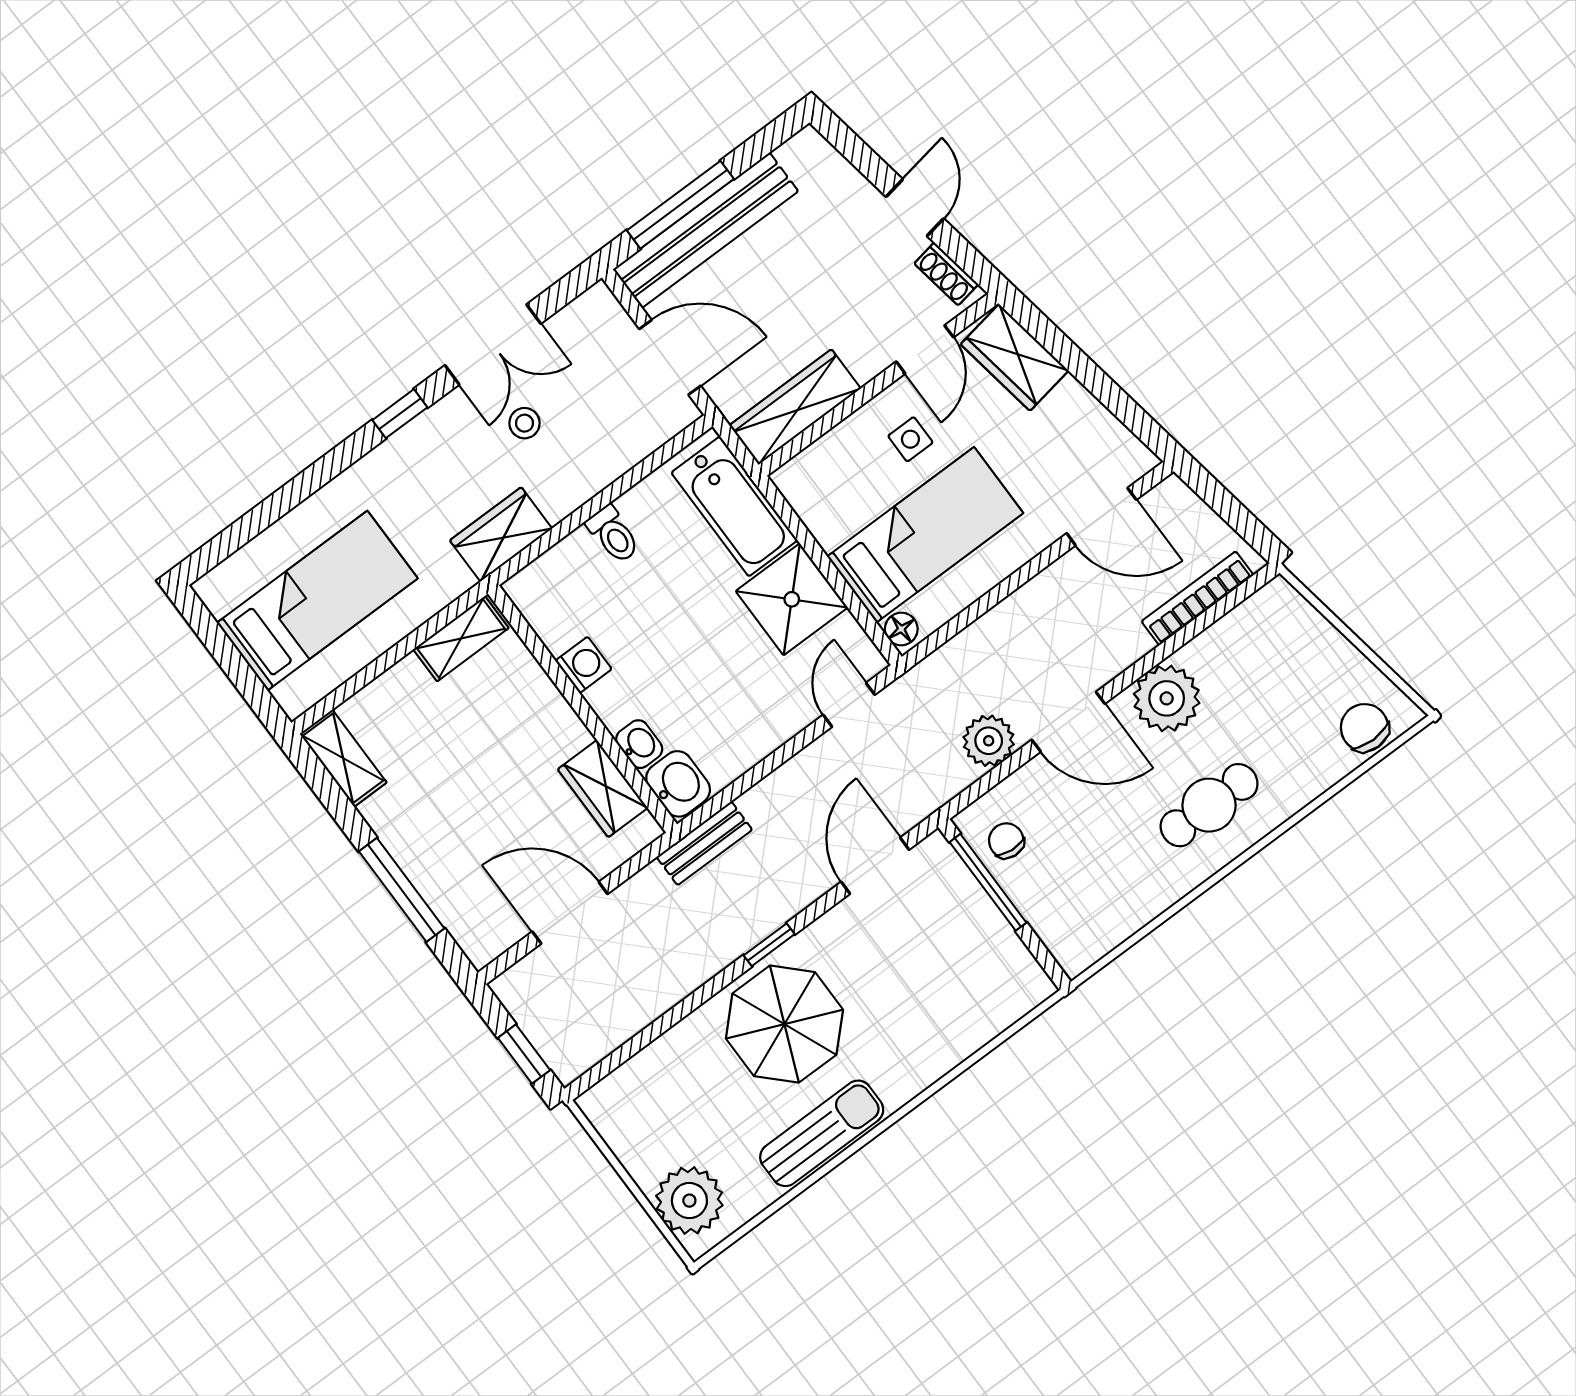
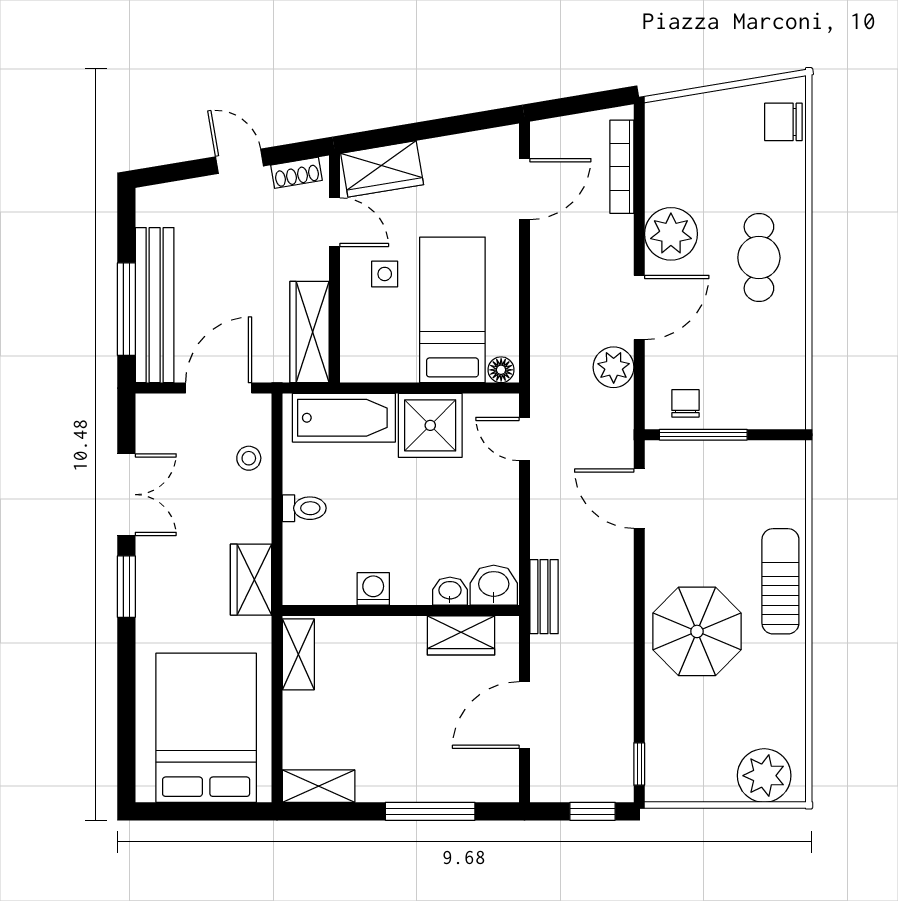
window: (400, 414) -> (126, 587), width x1.50
stool: (525, 423) -> (249, 458), moved
bed: (317, 601) -> (206, 728), width x1.50
chair: (1006, 841) -> (685, 403), turned 85
window: (769, 945) -> (639, 764), moved
sun lounger: (822, 1133) -> (780, 581), moved

